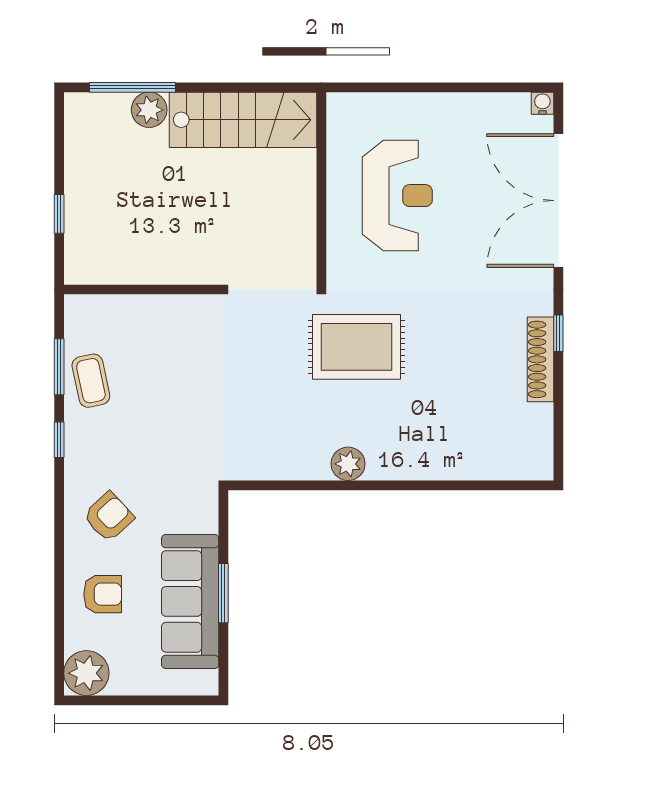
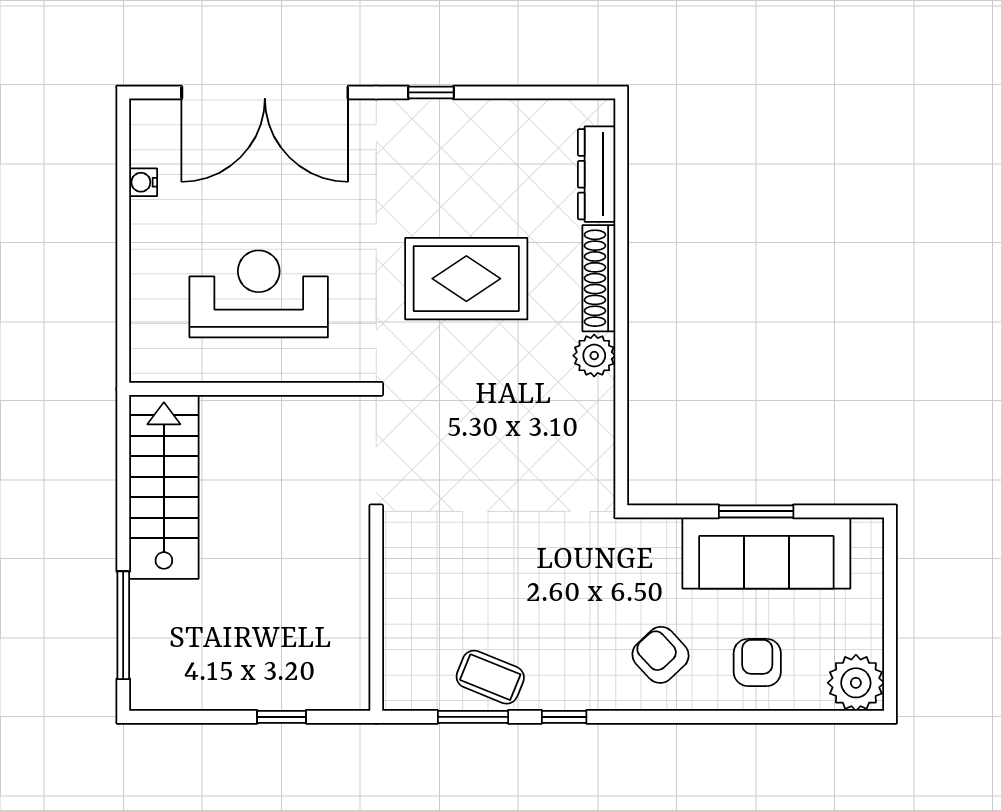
water cooler: (542, 103) -> (143, 182), moved
plant: (149, 110) -> (151, 604), removed
rug: (357, 347) -> (466, 279), moved, turned 90
shoe rack: (540, 359) -> (599, 278), moved, turned 90
coffee table: (91, 381) -> (490, 677), turned 34
dresser: (493, 466) -> (597, 174), added

